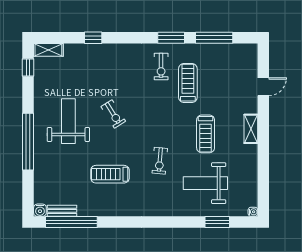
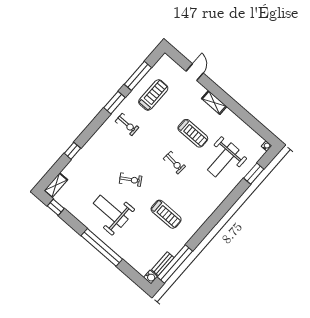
treadmill: (188, 83) -> (153, 95), moved, turned 90
exercise bike: (160, 161) -> (174, 163), moved
treadmill: (110, 174) -> (166, 214), turned -90

